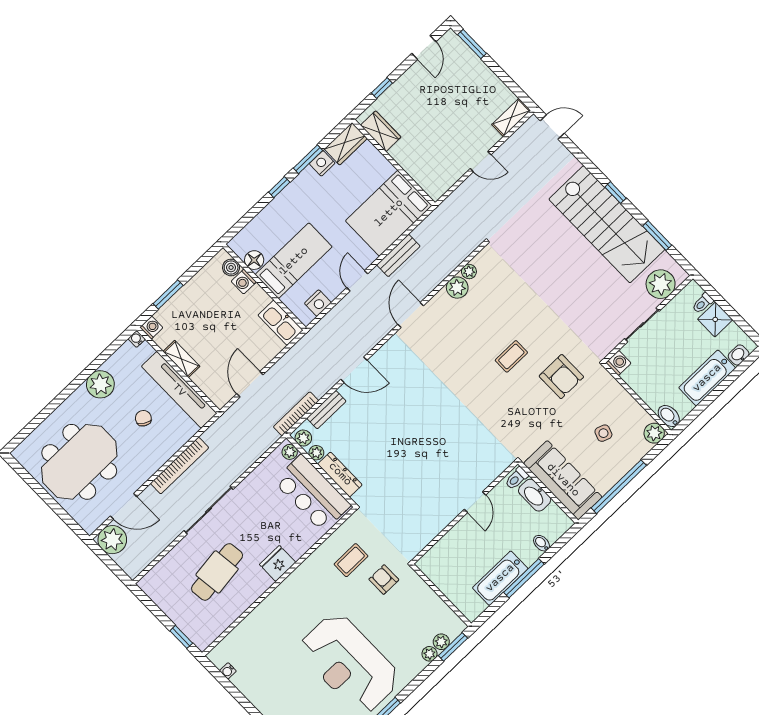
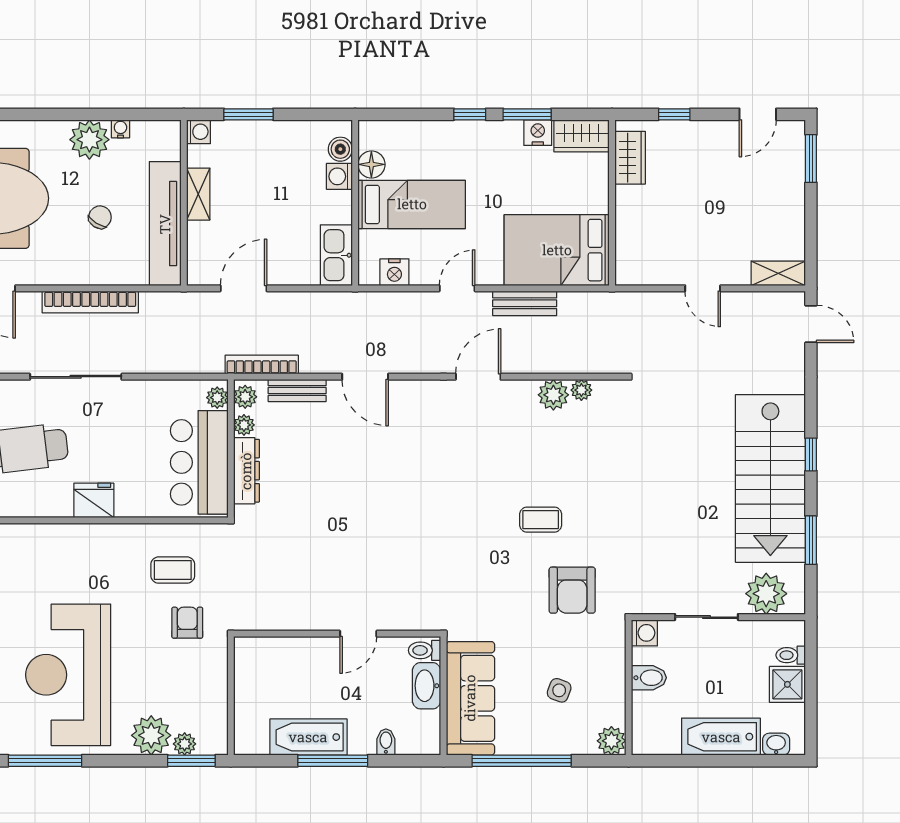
water cooler: (137, 339) -> (120, 129), moved
bidet: (669, 416) -> (649, 678), moved, turned 90
plant: (430, 654) -> (151, 735), width x1.88, depth x1.88

